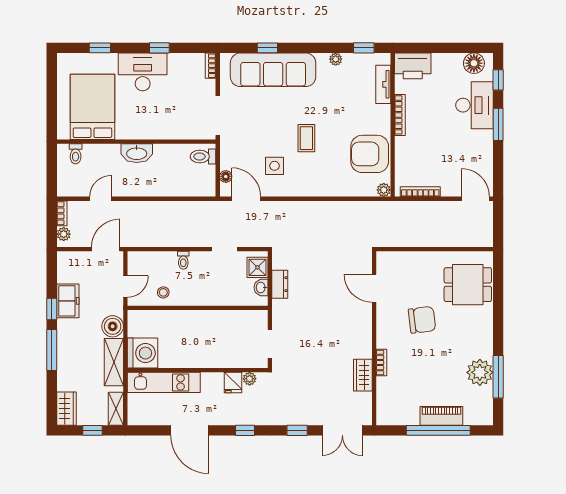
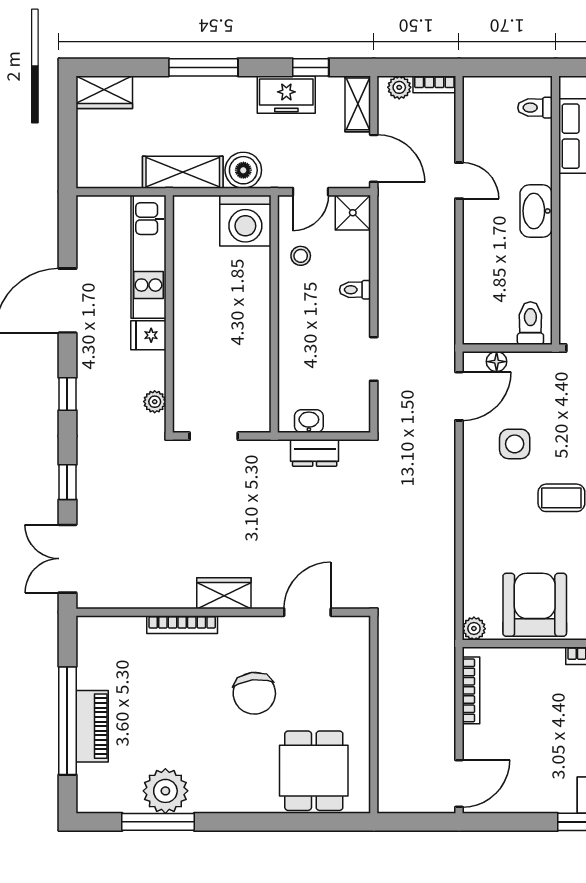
door: (101, 199) -> (459, 181), moved
shower: (257, 267) -> (353, 213), moved
door: (125, 287) -> (311, 192), hinge flipped
window: (52, 309) -> (311, 67), moved
washing machine: (142, 353) -> (245, 221), moved
bookcase: (381, 363) -> (182, 625), width x1.56
wardrobe: (363, 375) -> (224, 593), moved
fridge: (233, 383) -> (148, 335), moved
shelving: (116, 409) -> (358, 104), moved, turned 90
window: (93, 430) -> (67, 136), removed

